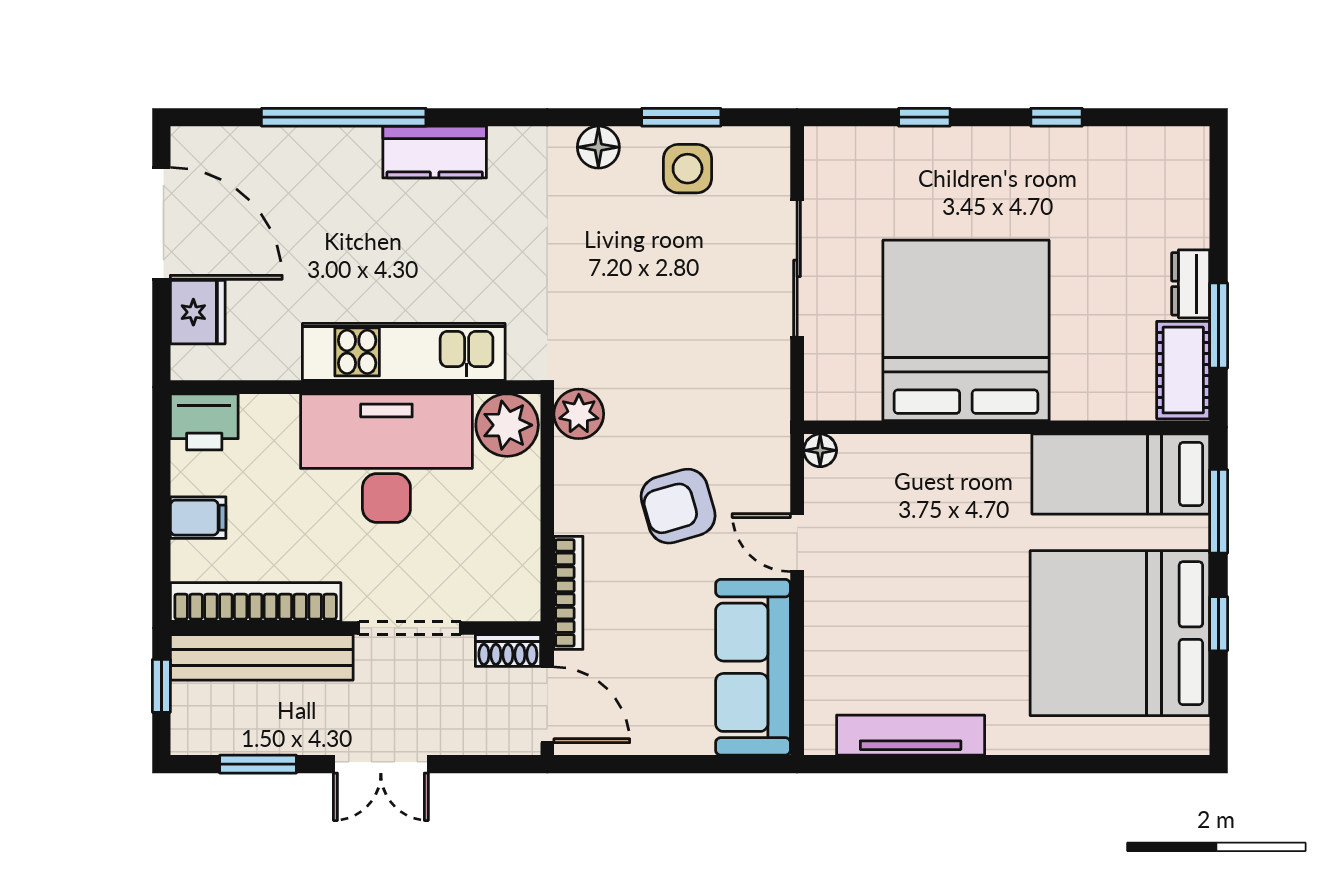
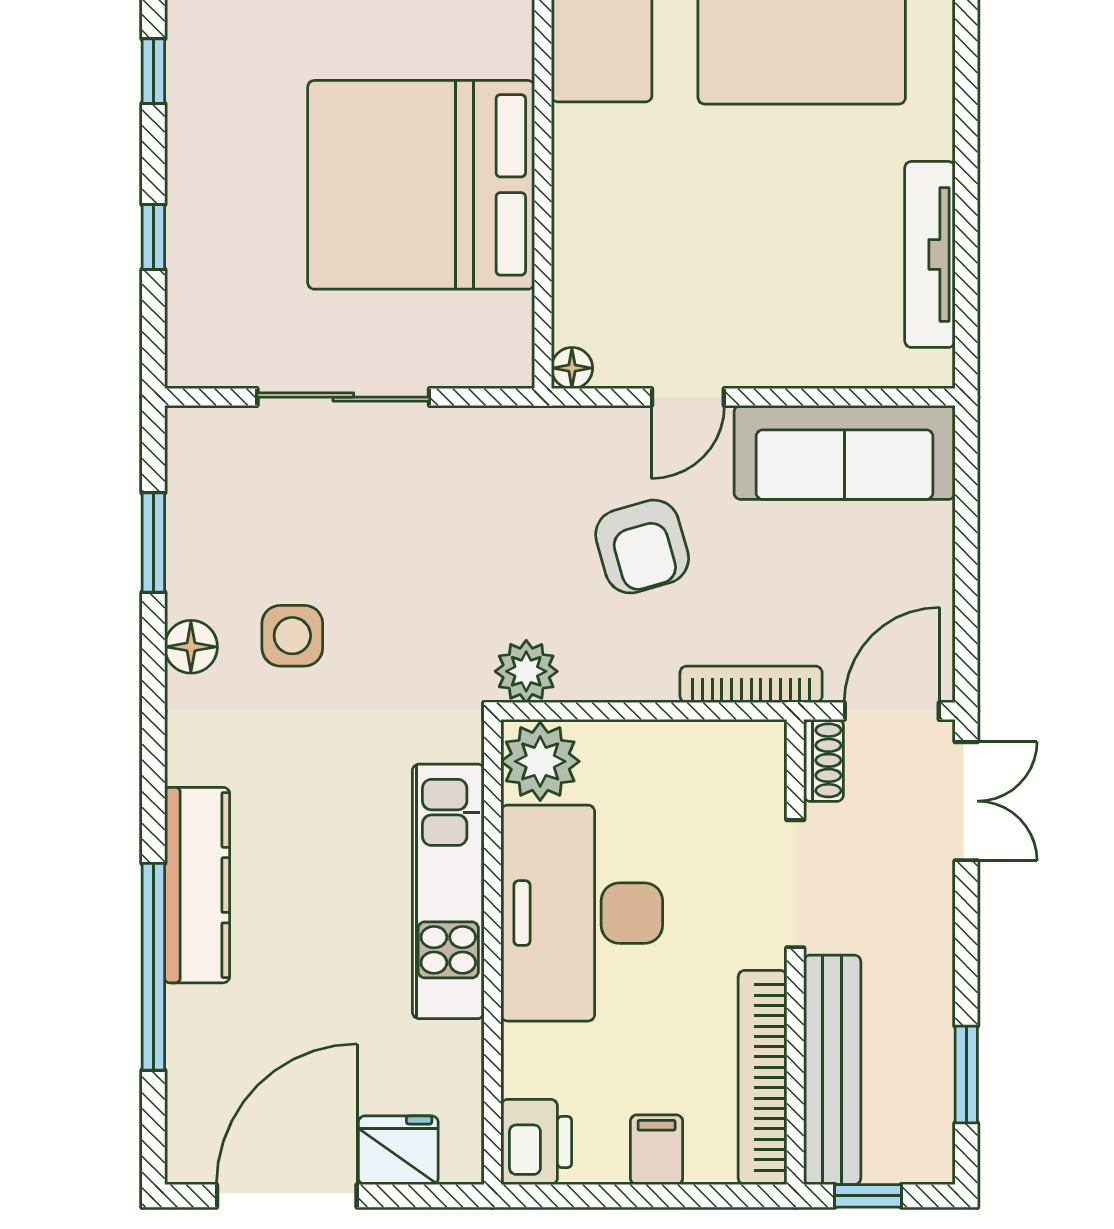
kitchen counter: (435, 152) -> (197, 885), width x1.50
side table: (688, 169) -> (292, 636), moved
double door: (381, 764) -> (966, 801), moved

